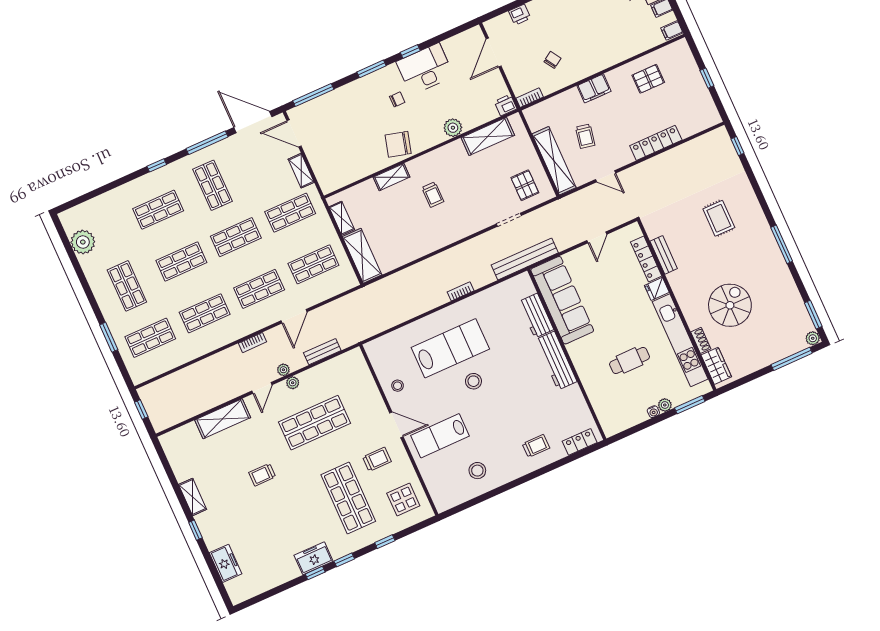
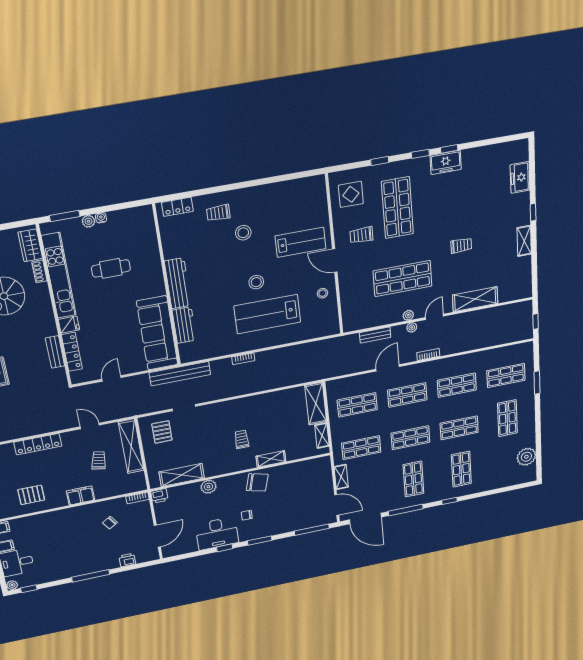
shop shelf: (158, 210) -> (461, 469), turned 90
stool: (477, 471) -> (243, 233), moved

